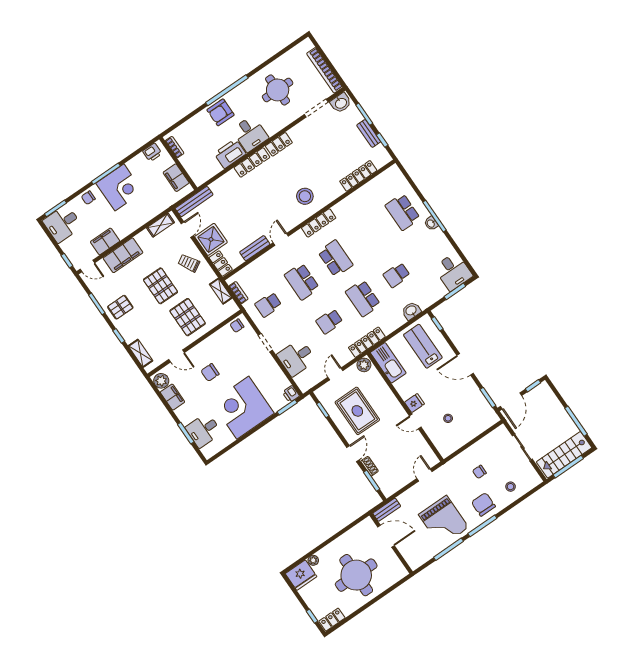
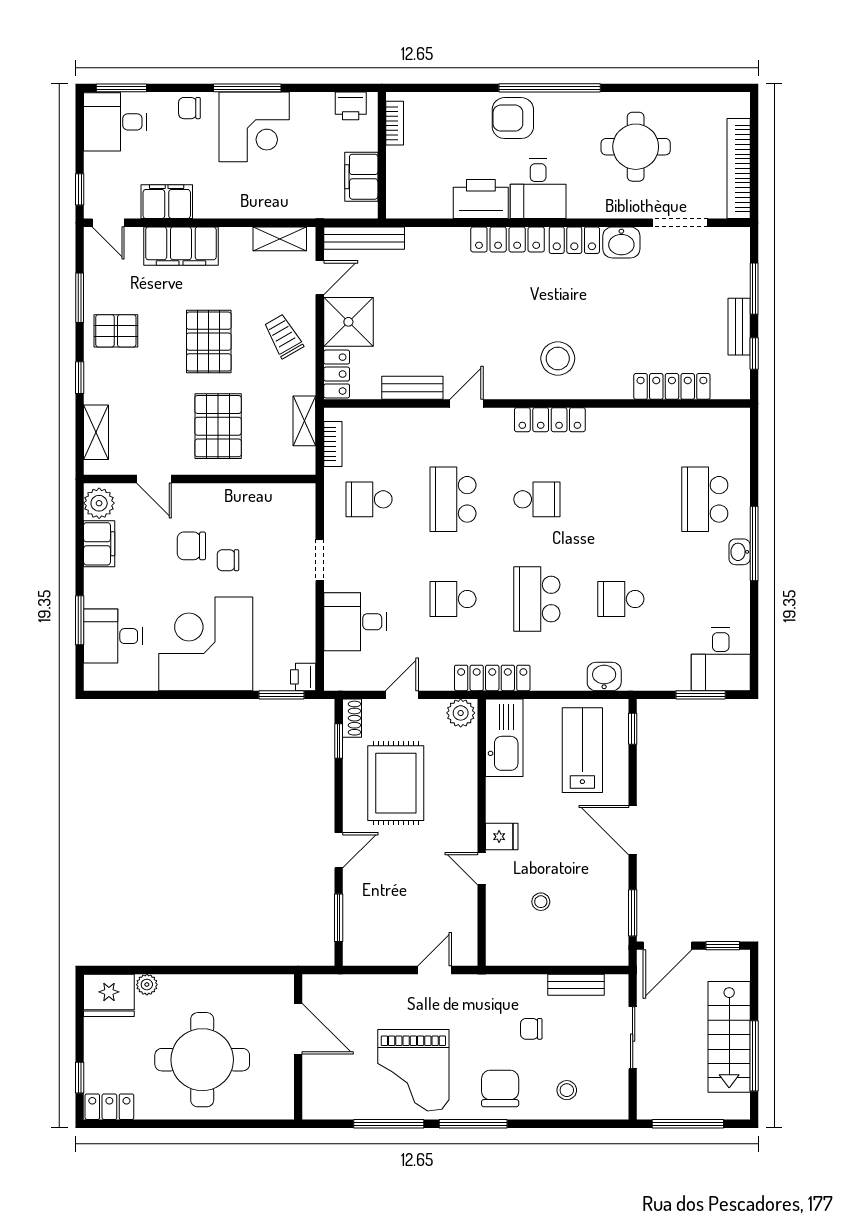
washbasin: (341, 103) -> (621, 242), moved
school desk: (335, 258) -> (537, 499), width x0.54
chair: (237, 326) -> (228, 560), moved
stairs: (564, 455) -> (729, 1037), moved, turned -90
shoe rack: (370, 466) -> (352, 718), moved
bench: (387, 510) -> (576, 985), moved

